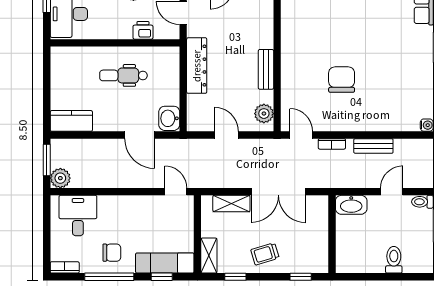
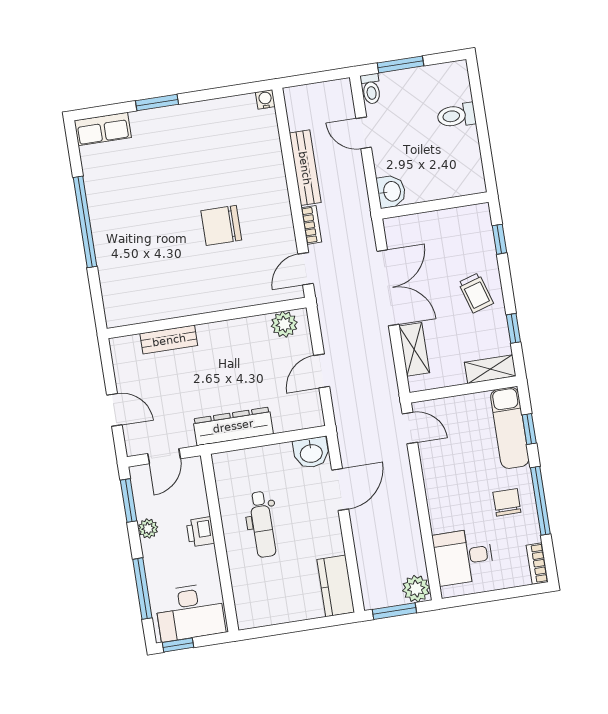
printer: (143, 30) -> (200, 532), moved
bench: (266, 69) -> (169, 340), moved
bench: (373, 146) -> (305, 168), width x1.36
door: (176, 192) -> (410, 428), swing flipped
washbasin: (351, 205) -> (391, 191), width x0.72

